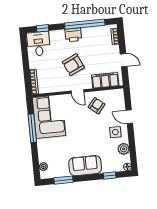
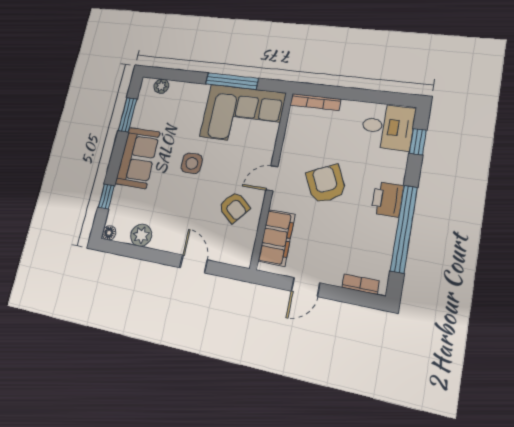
door: (129, 117) -> (194, 264), hinge flipped
side table: (115, 132) -> (192, 163), moved

